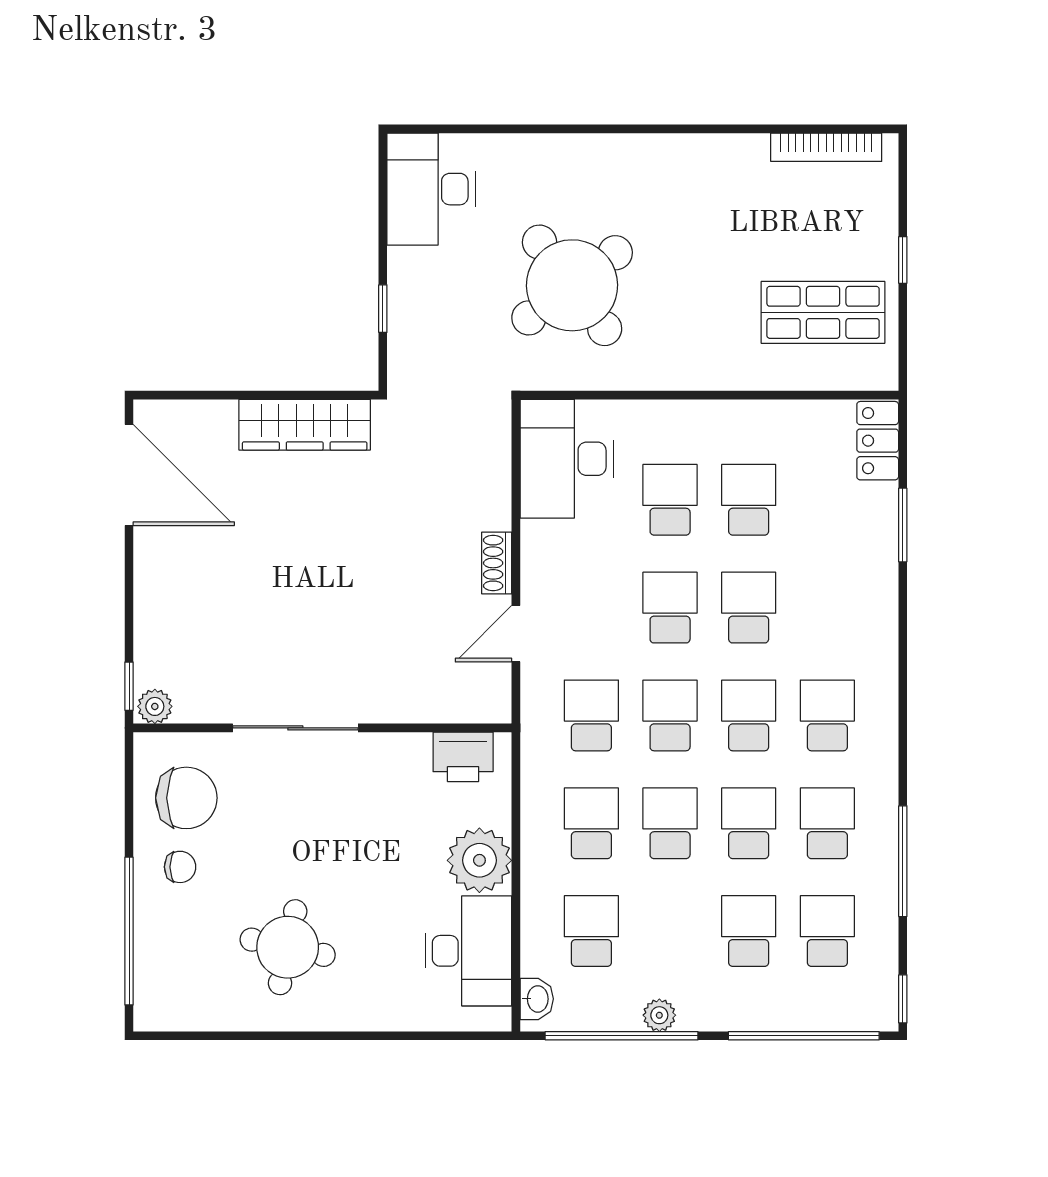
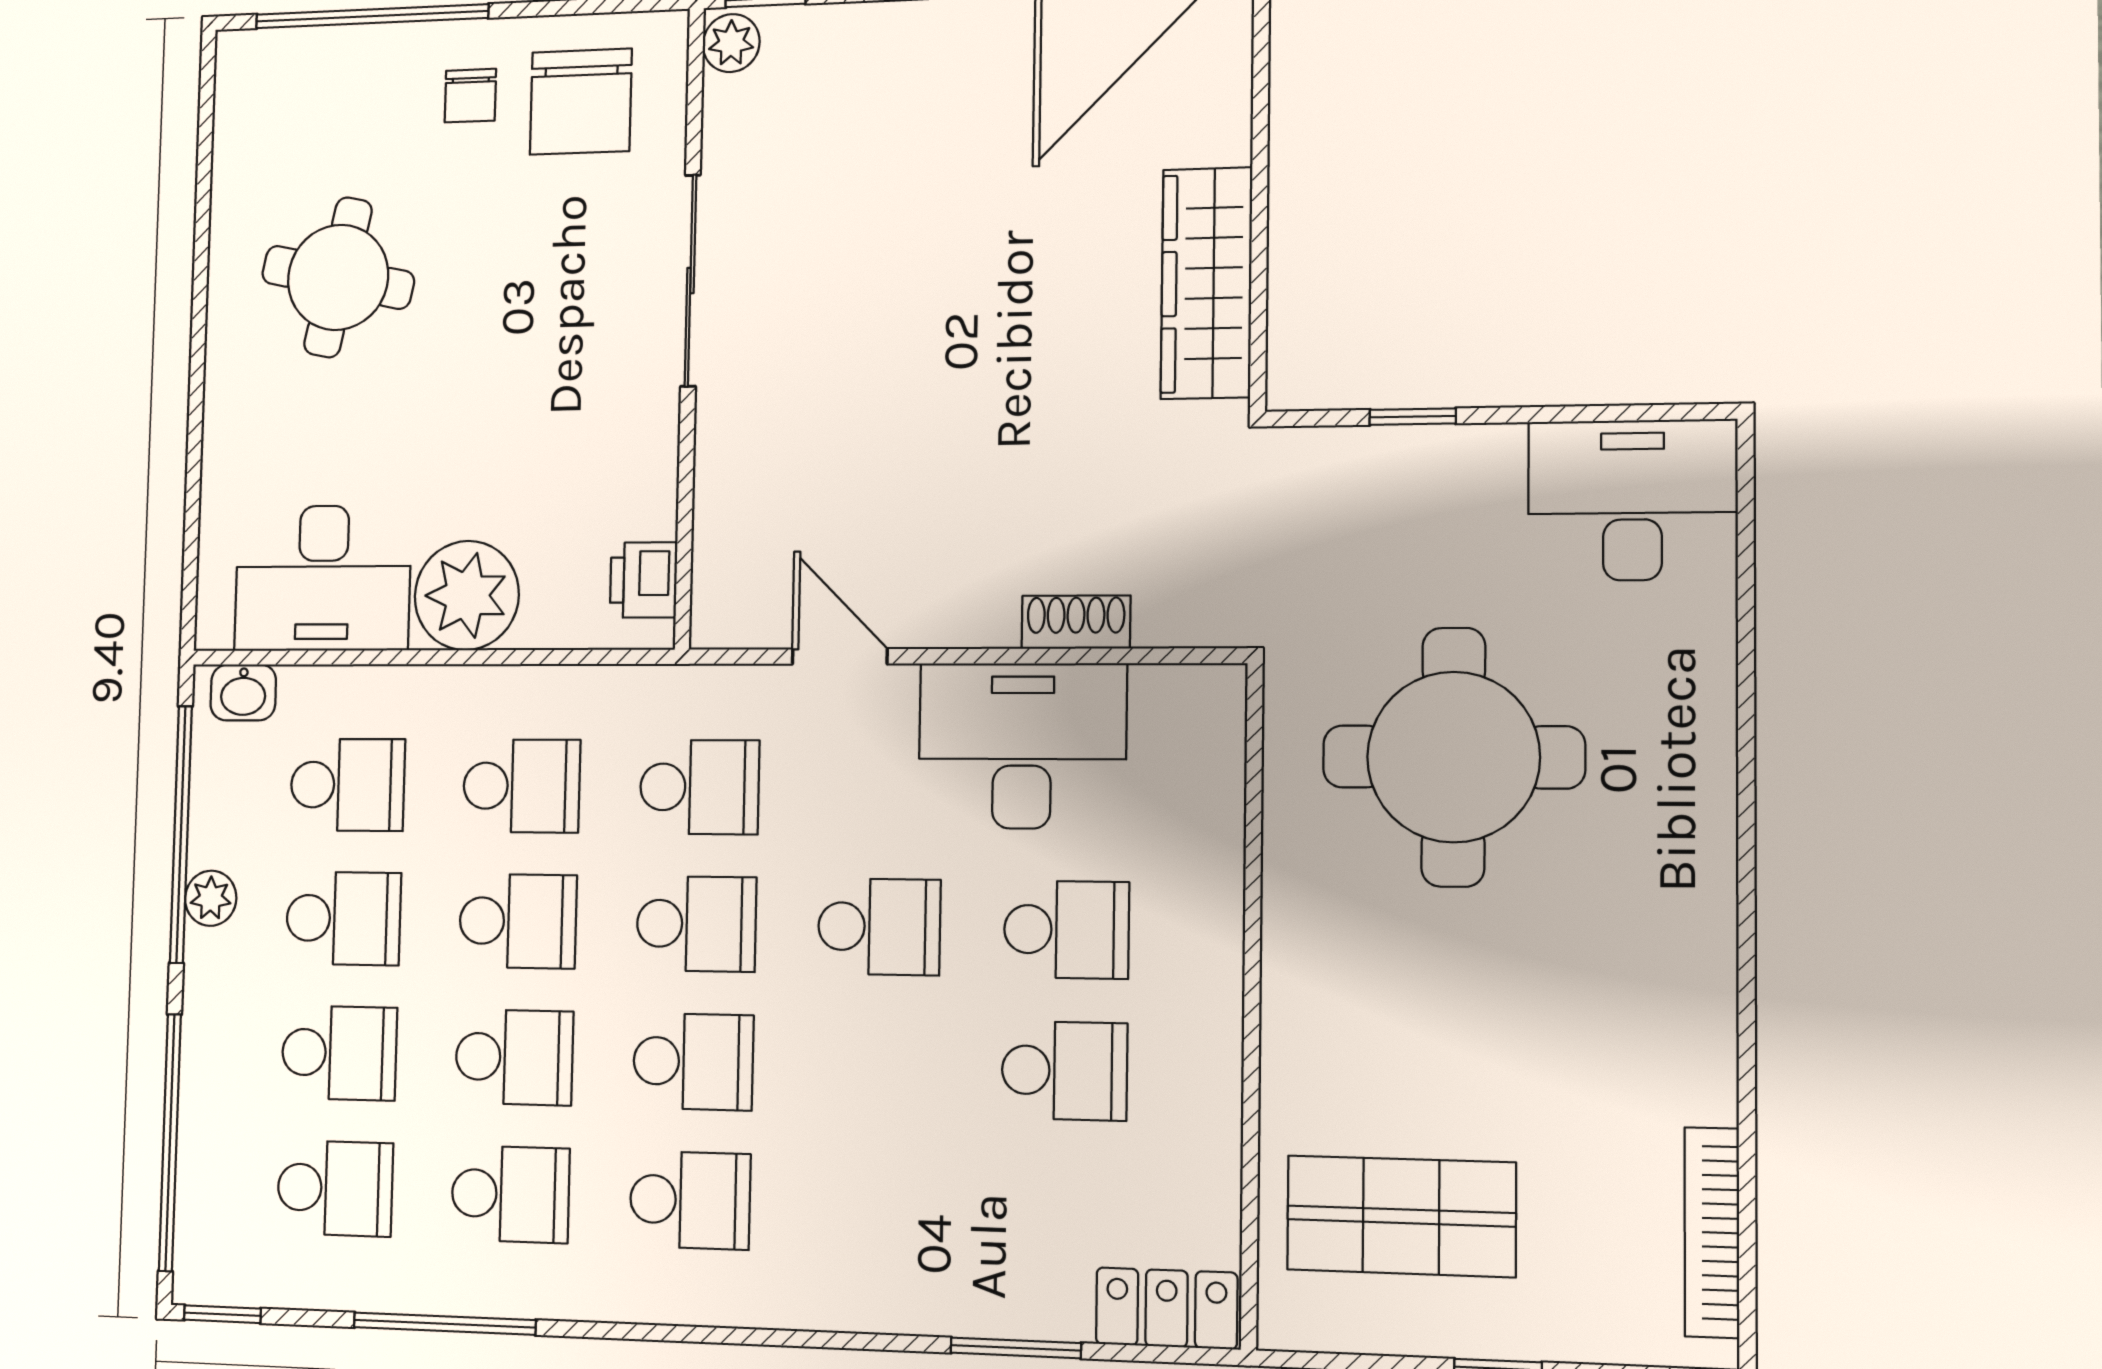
round table: (572, 285) -> (1453, 757), turned 37
shop shelf: (823, 312) -> (1401, 1216), turned 90
desk: (567, 459) -> (1022, 746), moved
shoe rack: (497, 563) -> (1076, 622), moved
school desk: (749, 608) -> (343, 918), moved
printer: (463, 757) -> (644, 580), width x0.73, depth x0.81

